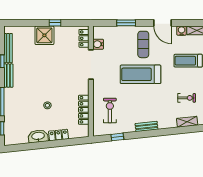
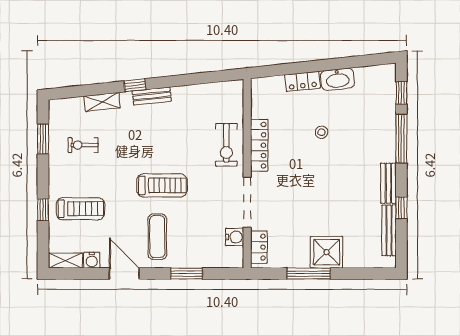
window: (55, 23) -> (309, 274), width x2.17
treadmill: (141, 74) -> (162, 185), width x0.73, depth x0.73
locker: (84, 110) -> (259, 145), moved
exercise bike: (110, 110) -> (226, 145), moved
shelving: (187, 122) -> (102, 102), moved
window: (117, 137) -> (135, 85), moved

